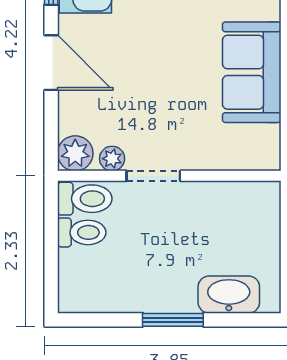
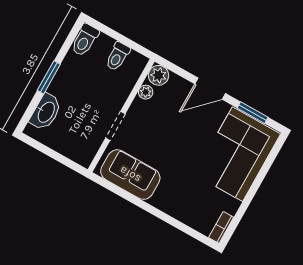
sofa: (252, 72) -> (130, 175), moved
doorway: (153, 176) -> (115, 126), moved
toilet: (85, 199) -> (85, 40), moved

